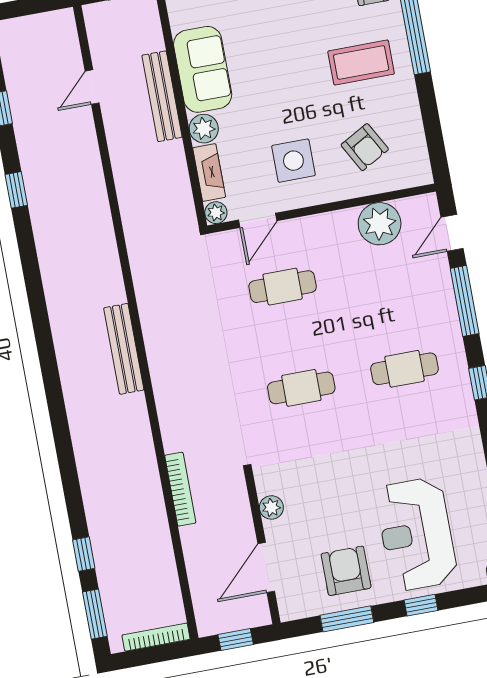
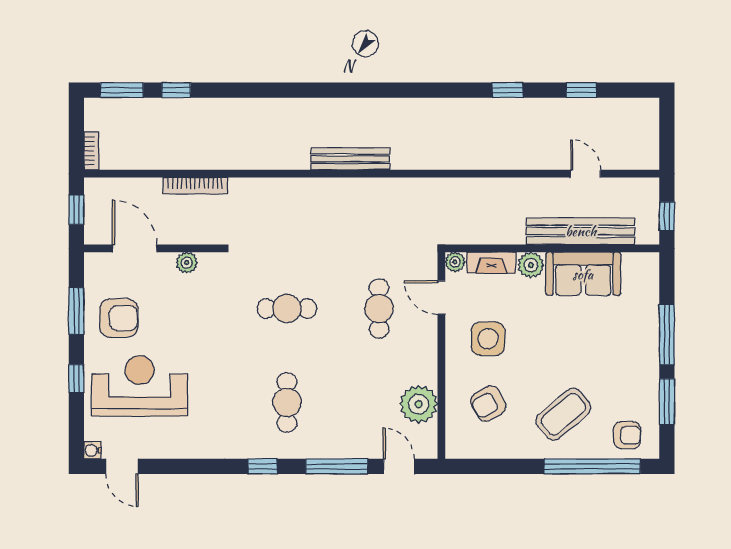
coffee table: (361, 63) -> (563, 414), turned 50
bench: (162, 96) -> (581, 231), width x1.37, depth x1.21
cafe table: (301, 388) -> (287, 309), turned 90
bookcase: (180, 489) -> (195, 186), moved
bookcase: (156, 637) -> (91, 151), width x0.64

